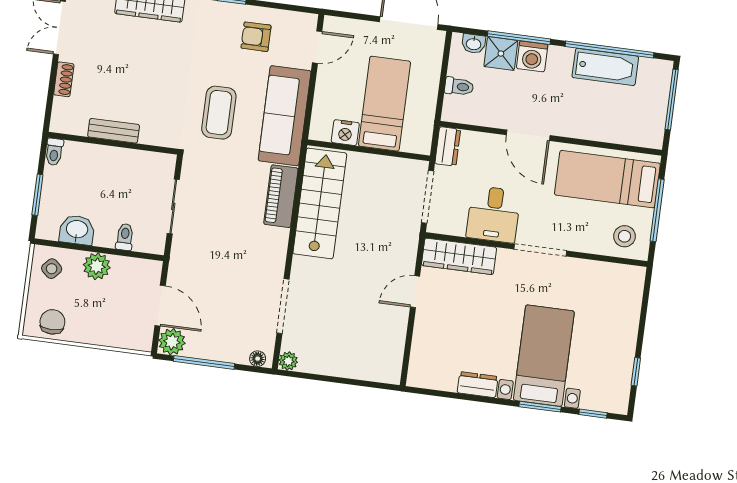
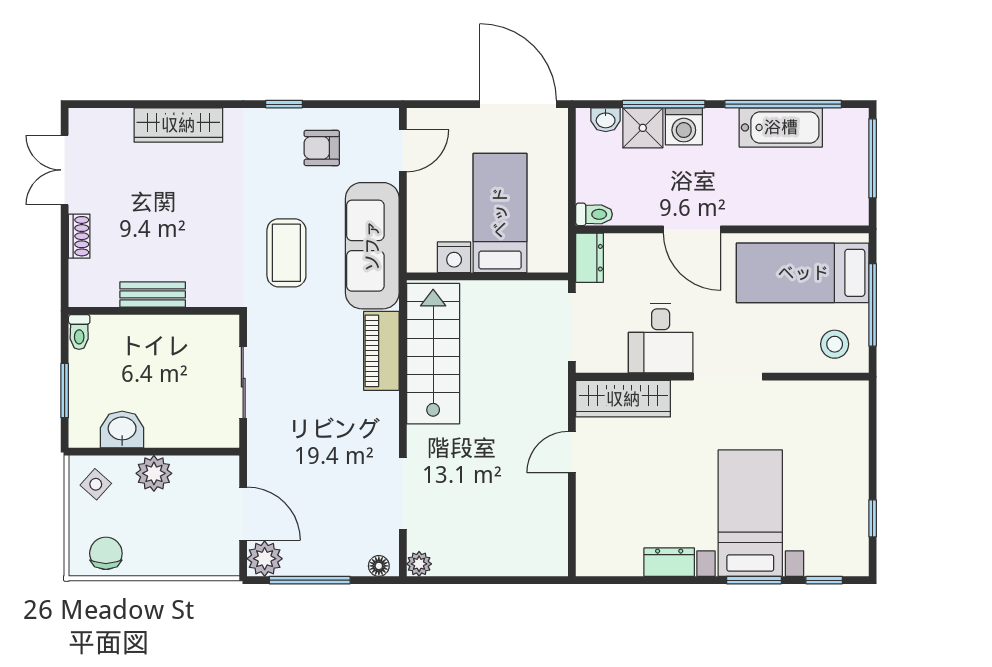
toilet: (459, 87) -> (594, 214), moved
toilet: (125, 237) -> (185, 431), removed

